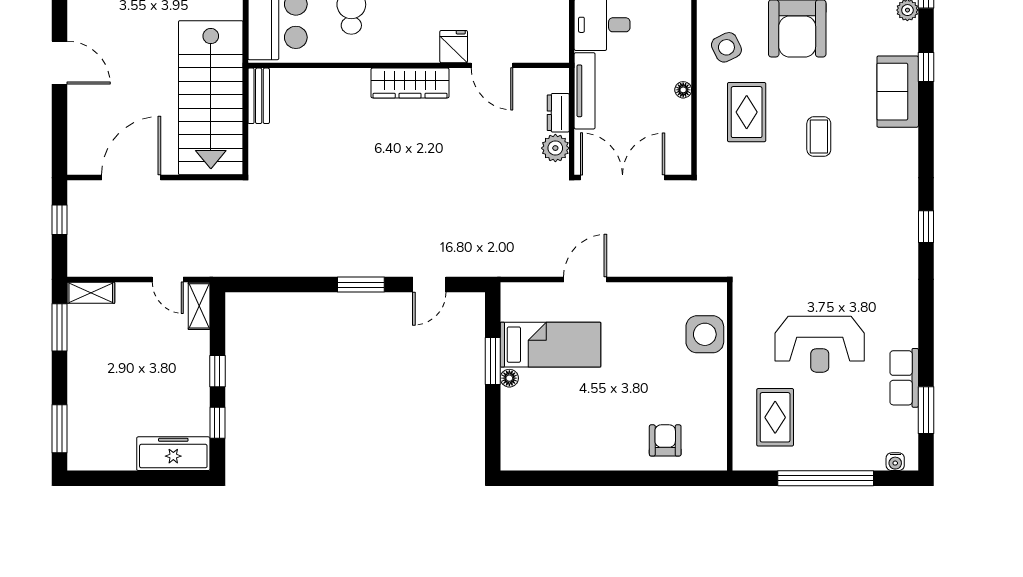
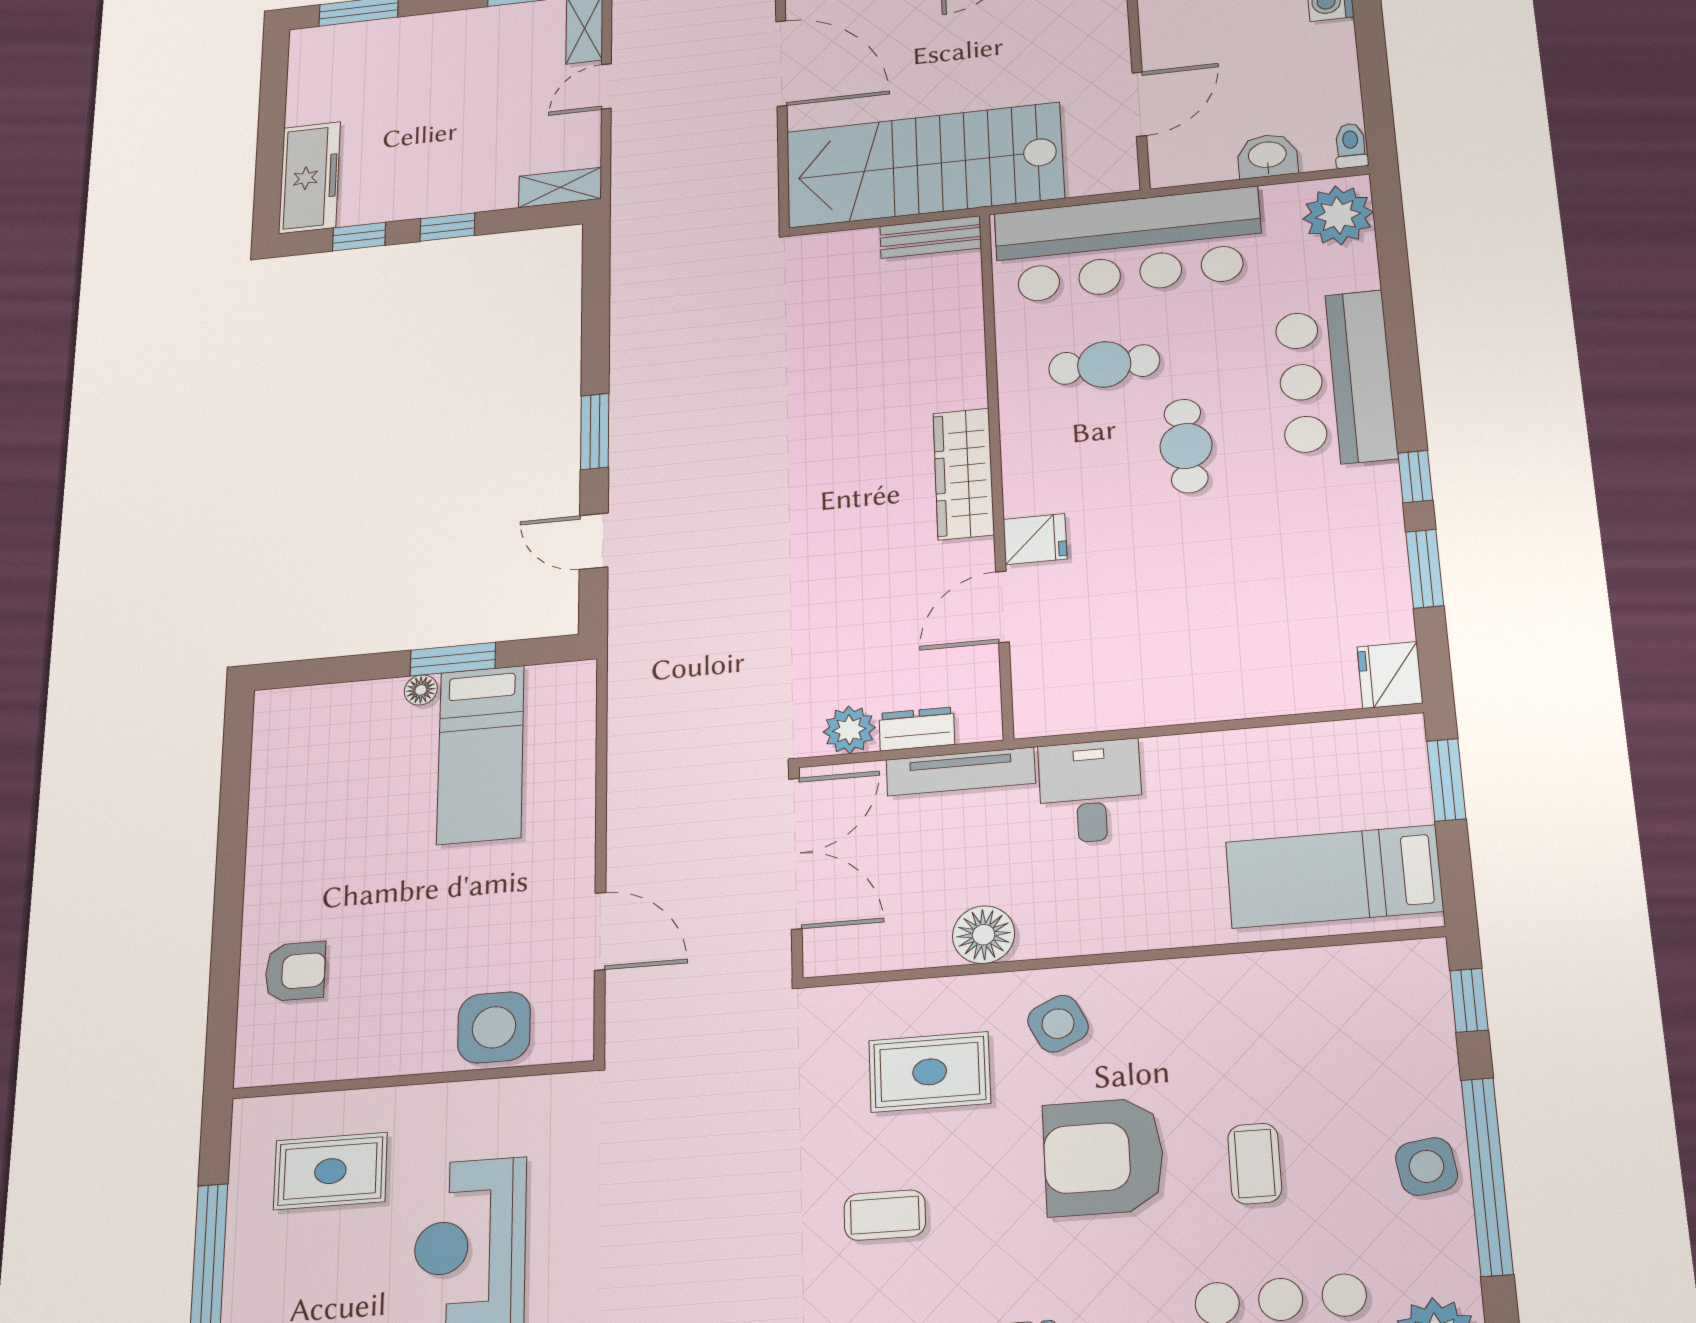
floor lamp: (683, 90) -> (984, 935), width x1.89, depth x1.89
door: (168, 279) -> (606, 86), moved
door: (585, 279) -> (600, 931), moved

